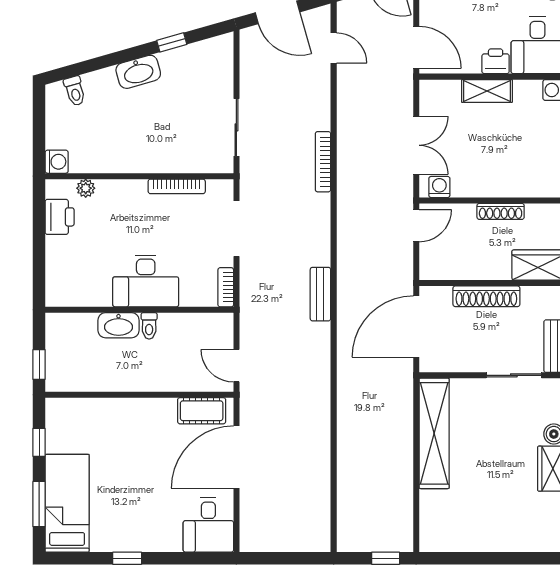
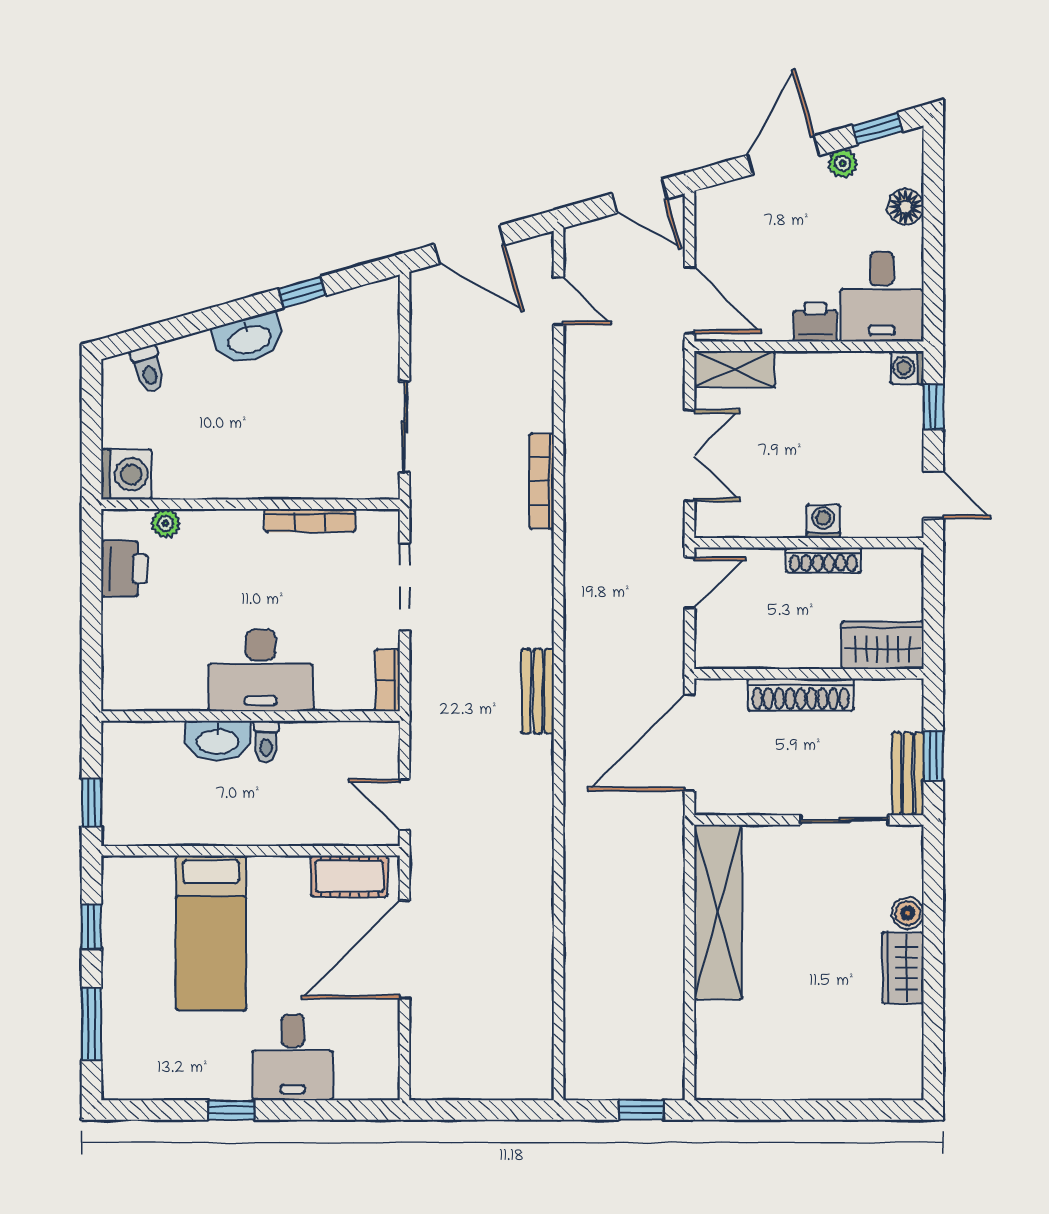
shelving: (487, 91) -> (734, 369), moved
washing machine: (57, 162) -> (126, 474), width x1.38, depth x1.38
washing machine: (439, 187) -> (823, 521), moved
bed: (67, 503) -> (211, 933), moved, turned 180
desk: (208, 525) -> (293, 1057), moved

